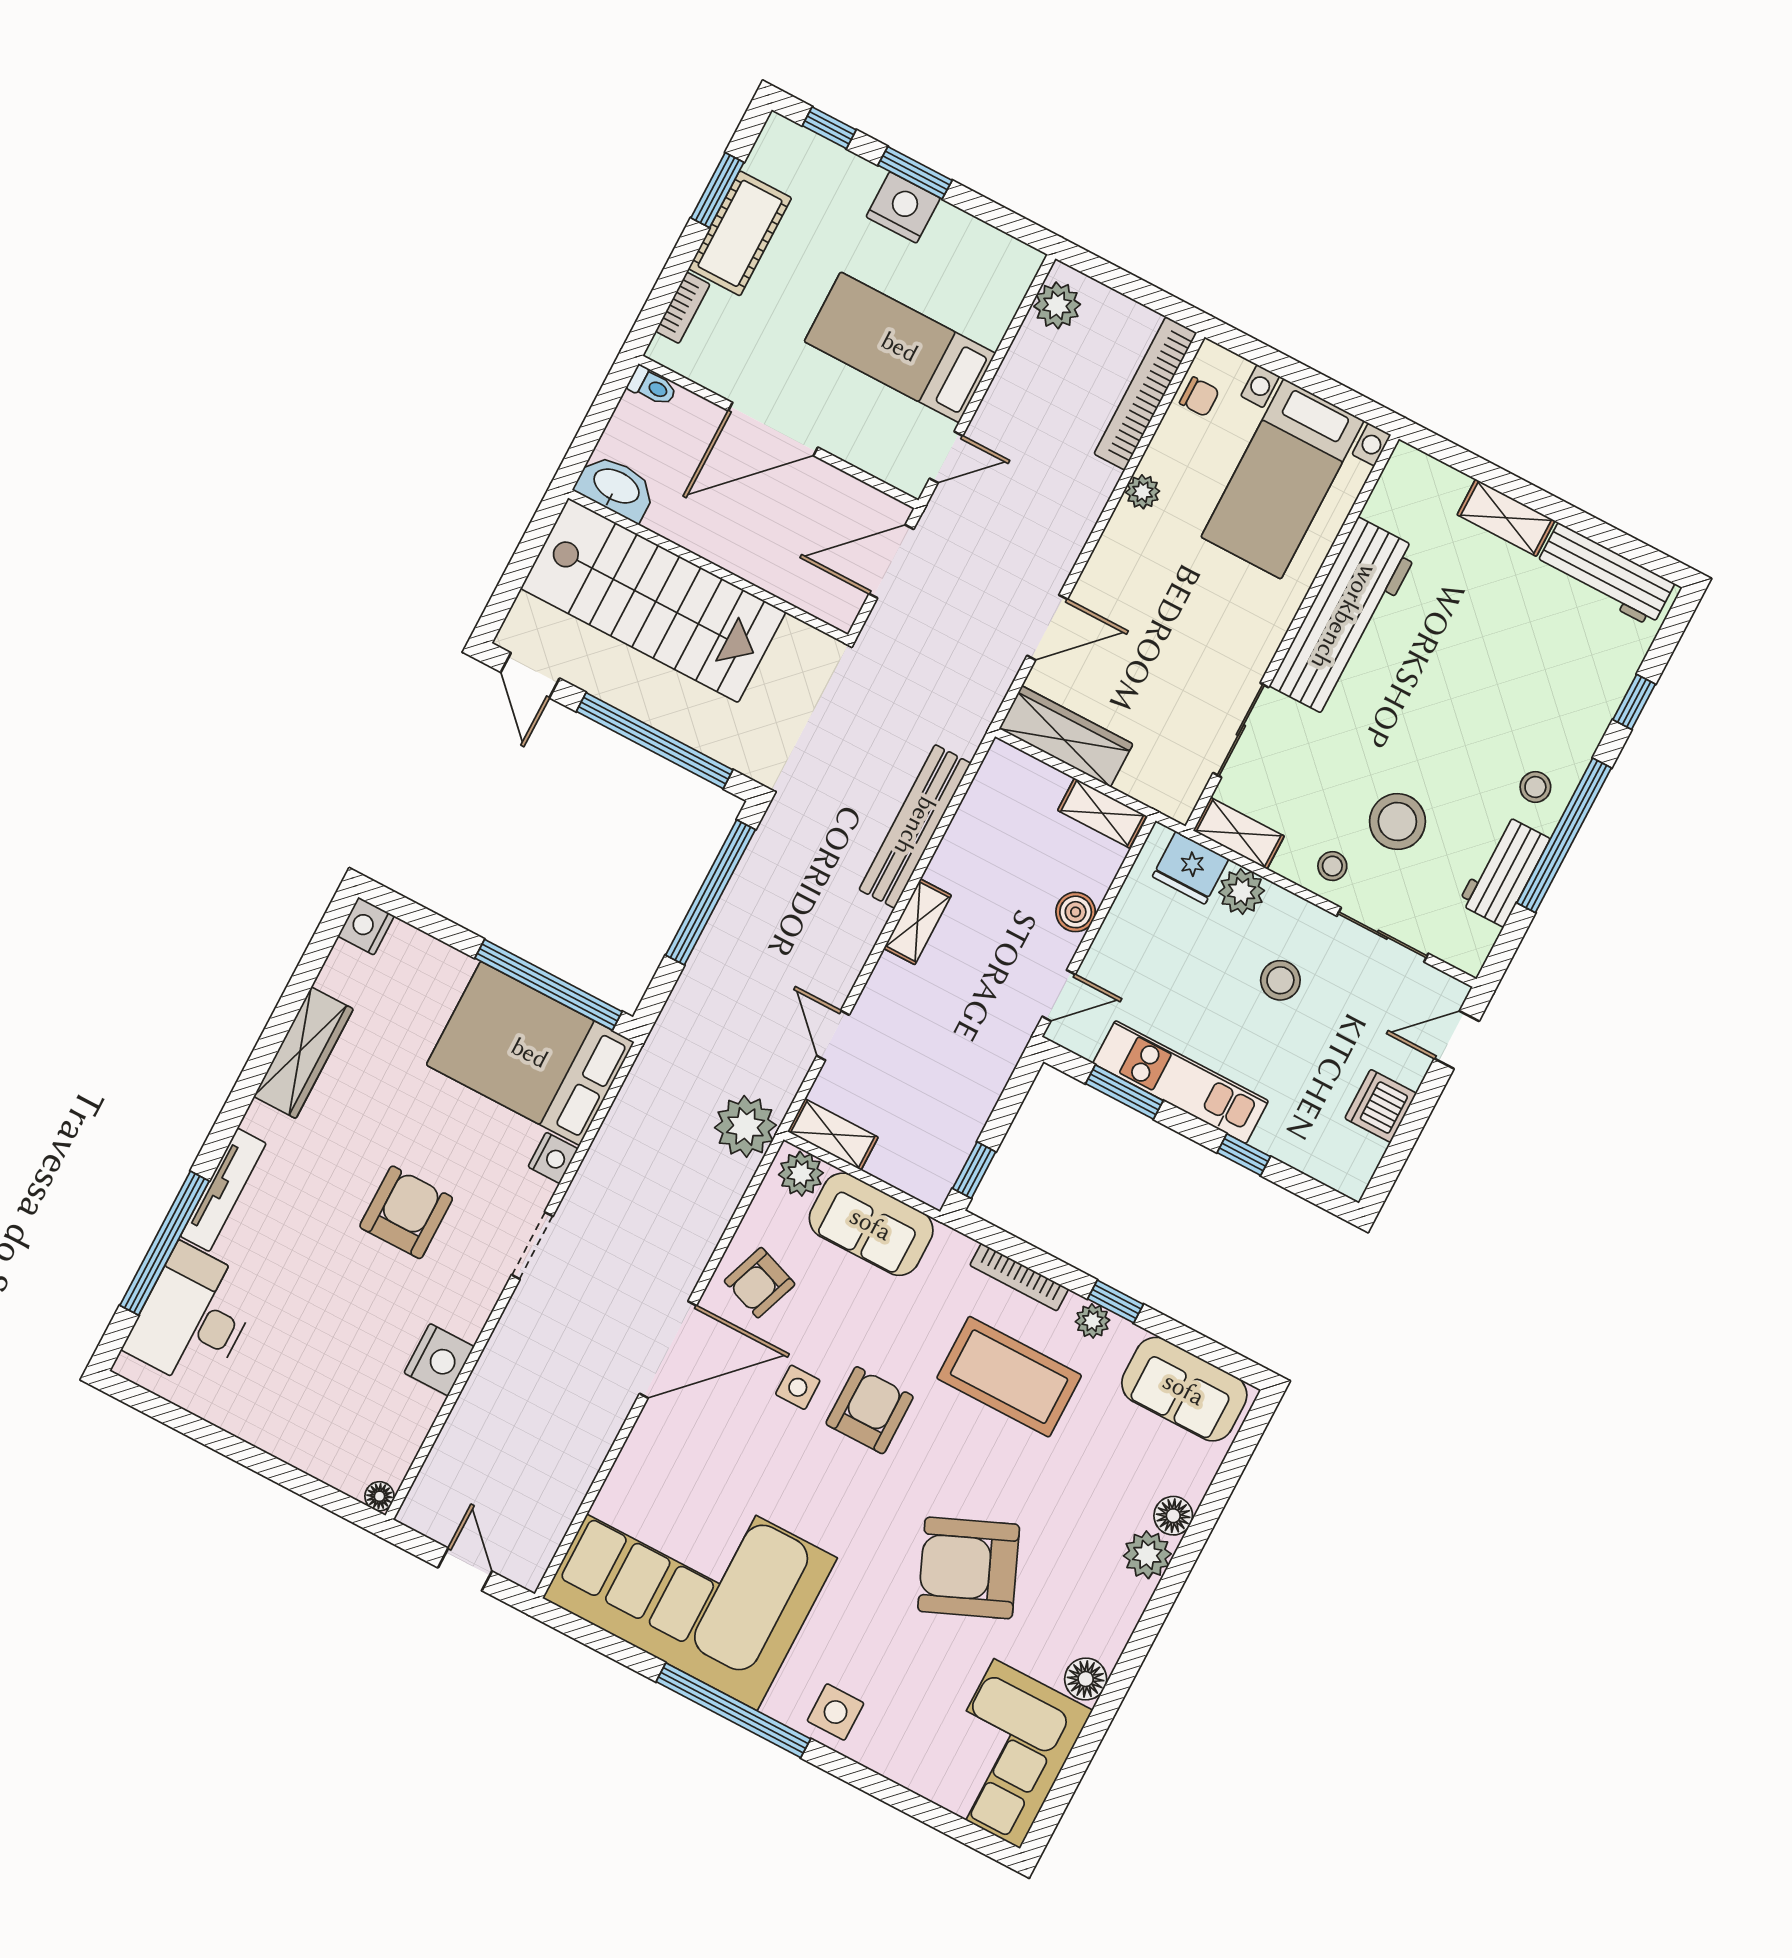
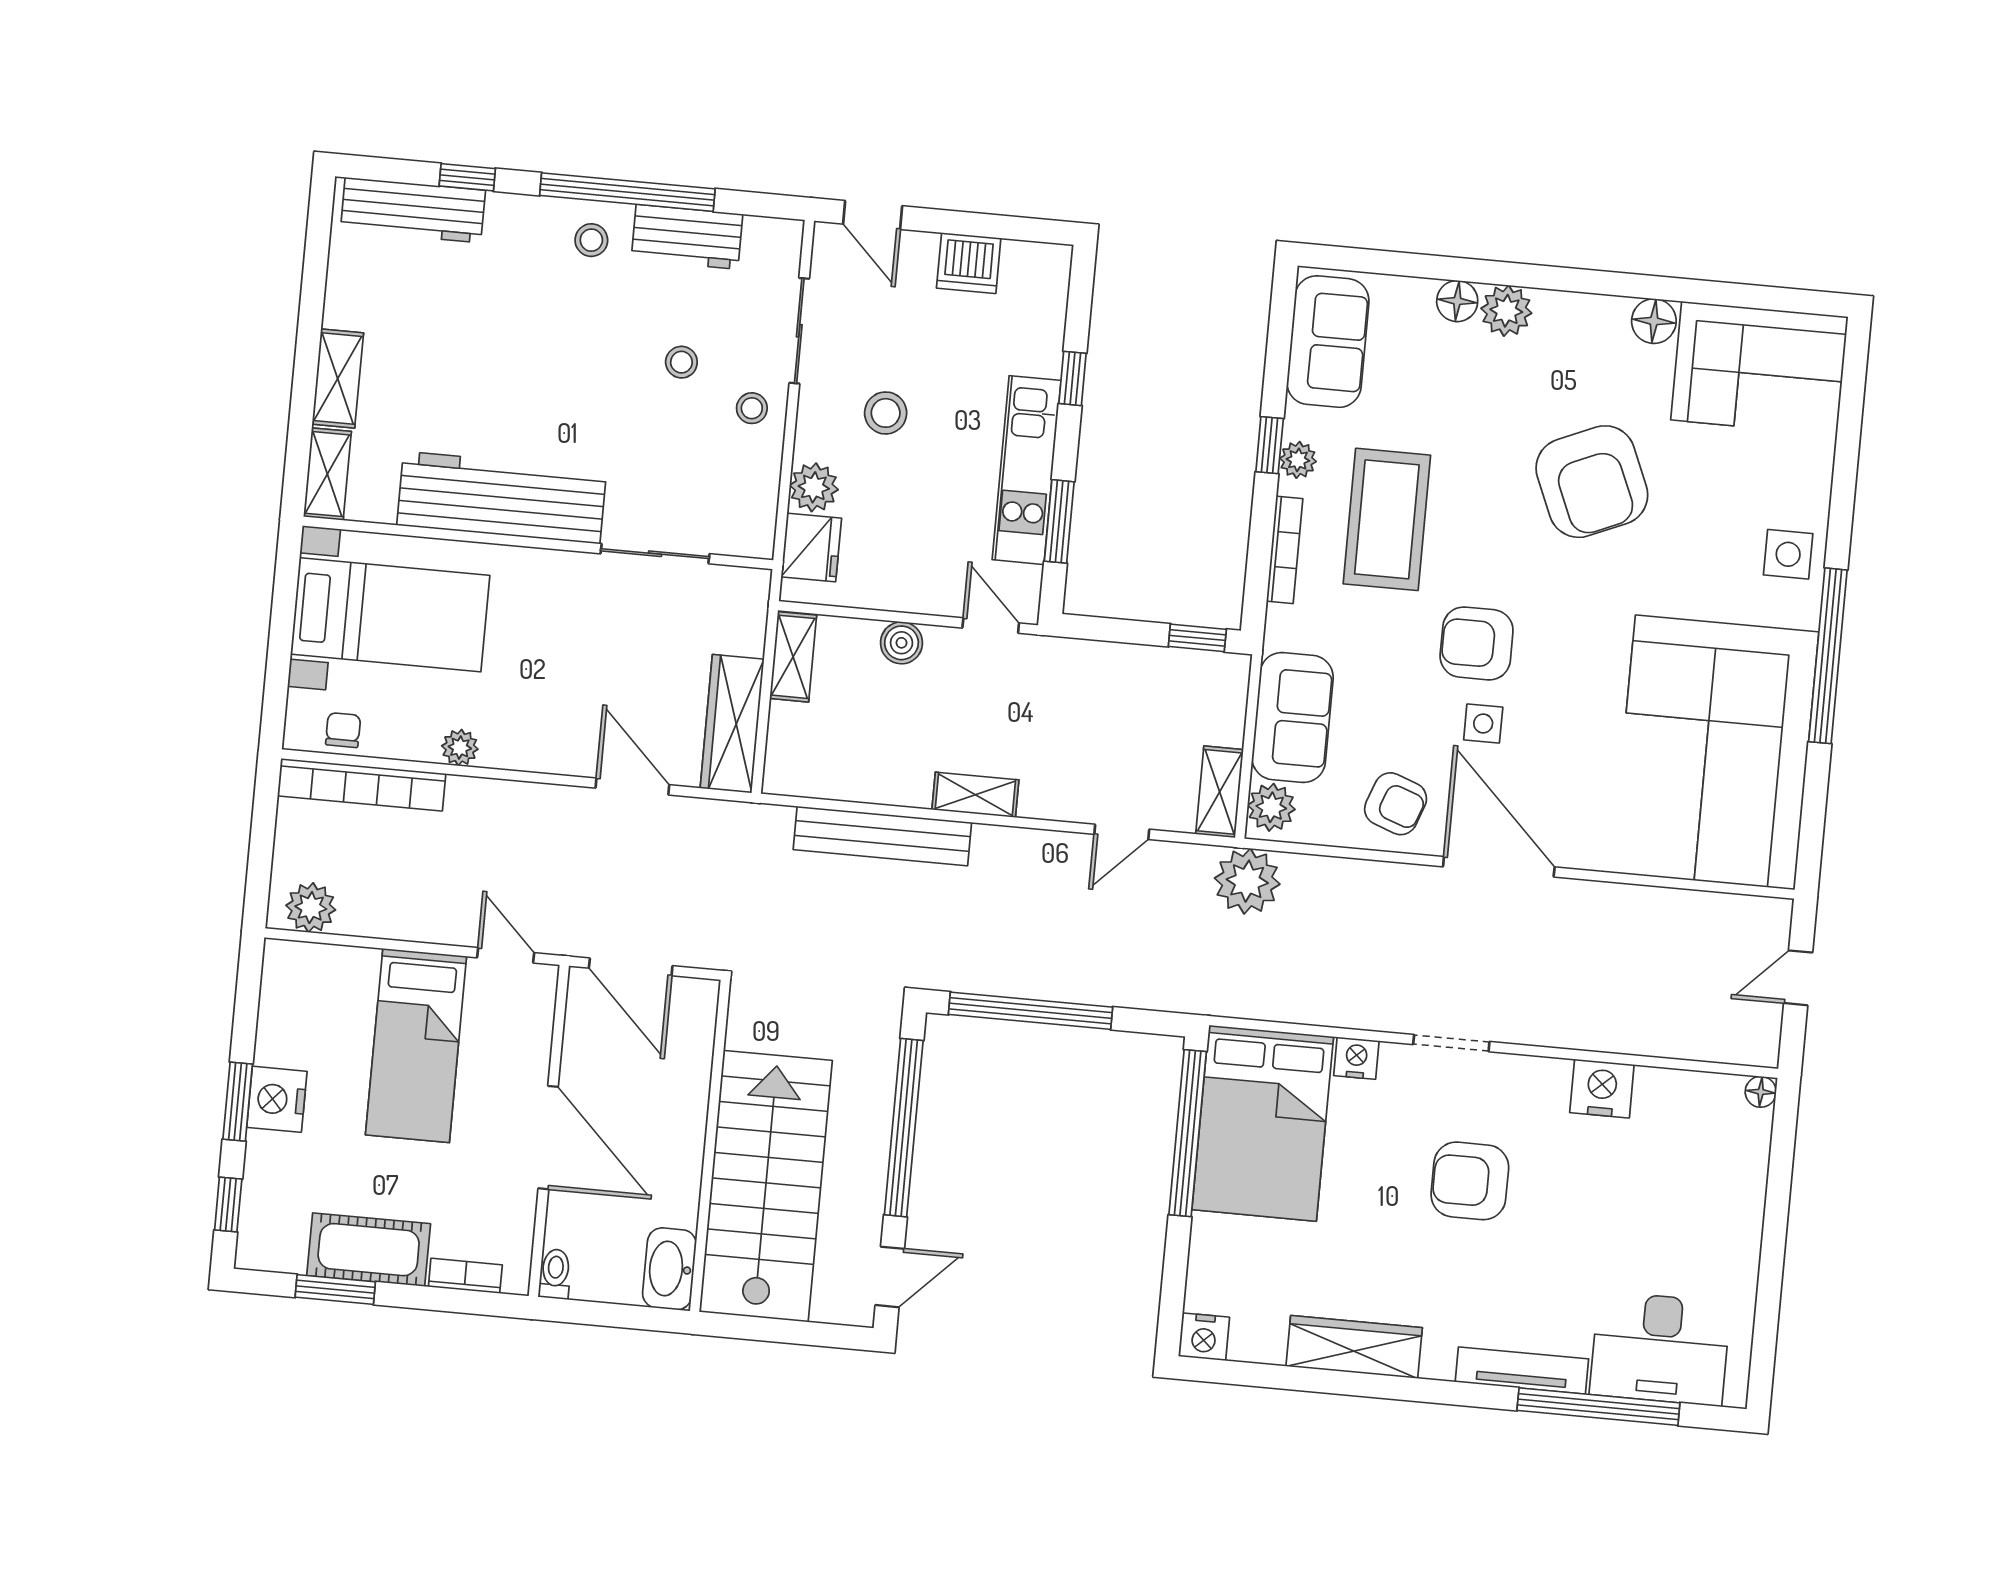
workbench: (1605, 575) -> (413, 210), moved, turned 90
stool: (1397, 822) -> (681, 362), width x0.53, depth x0.53
shelving: (1239, 833) -> (327, 474), moved

